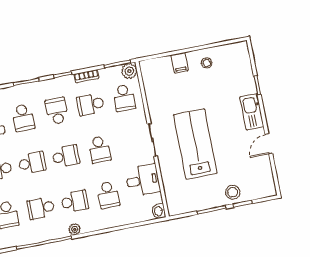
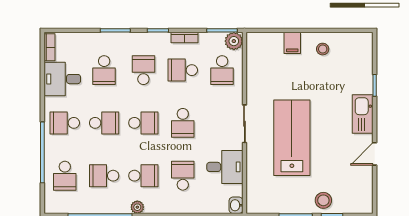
school desk: (108, 195) -> (183, 176), turned 180

